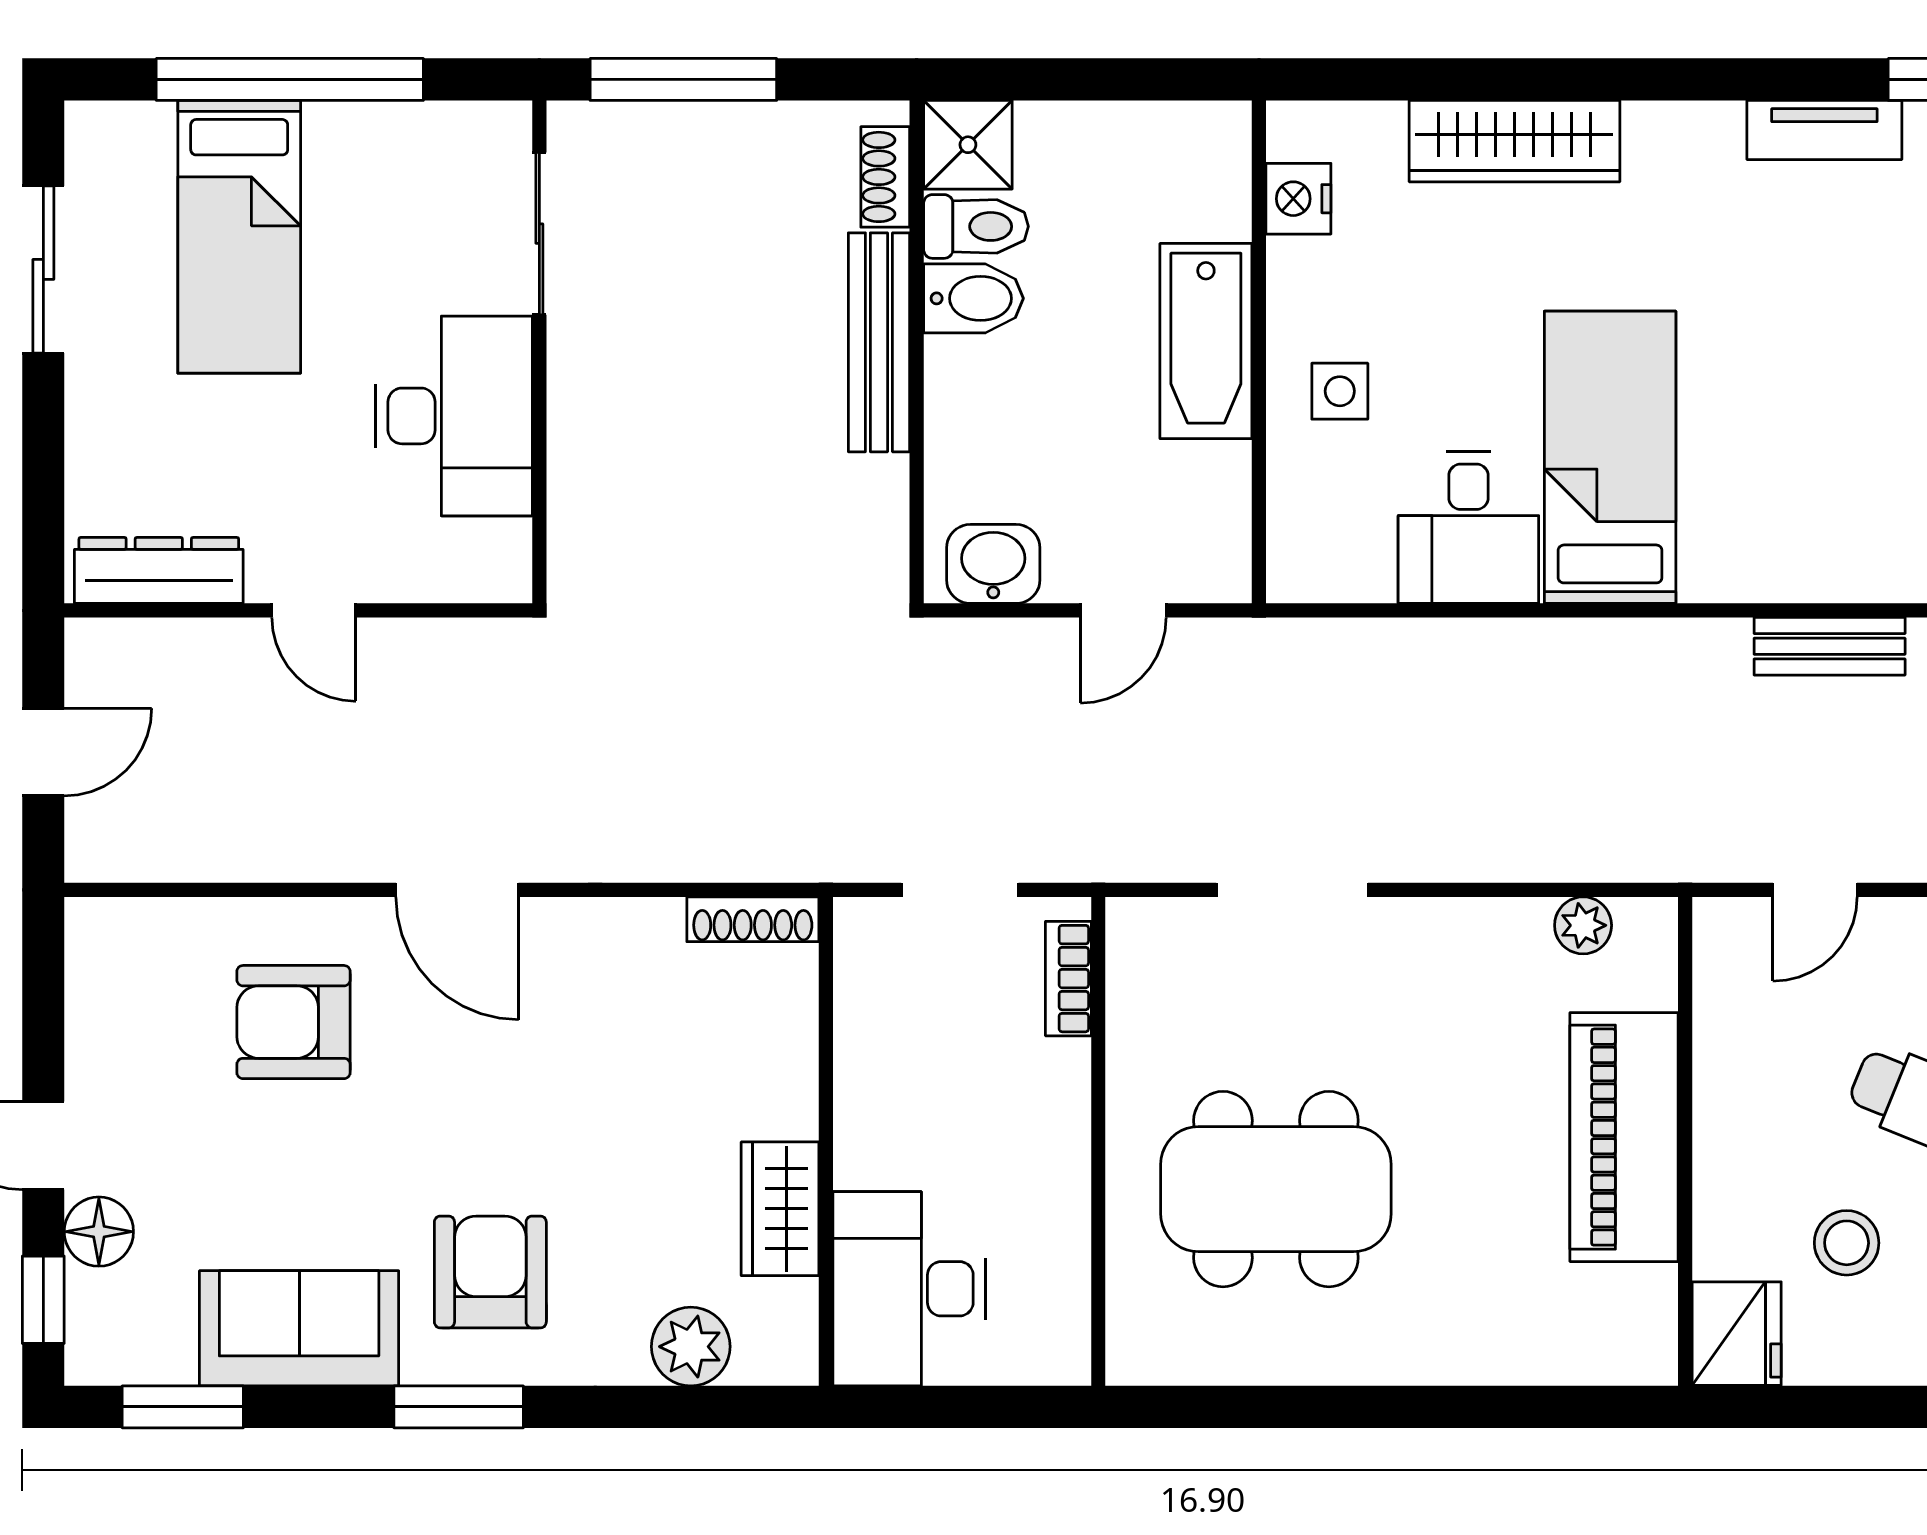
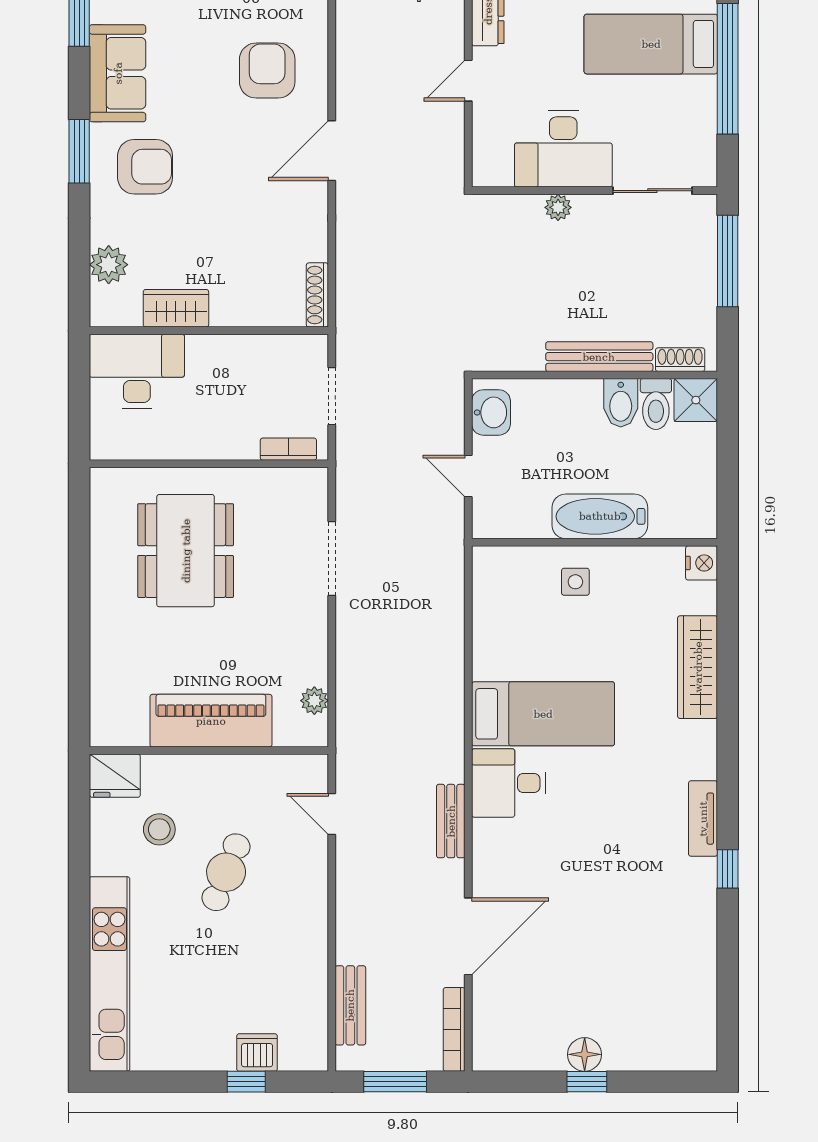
nightstand: (1298, 199) -> (702, 563), moved, turned 90
plant: (574, 427) -> (558, 207), added
desk: (1468, 528) -> (509, 783), moved

